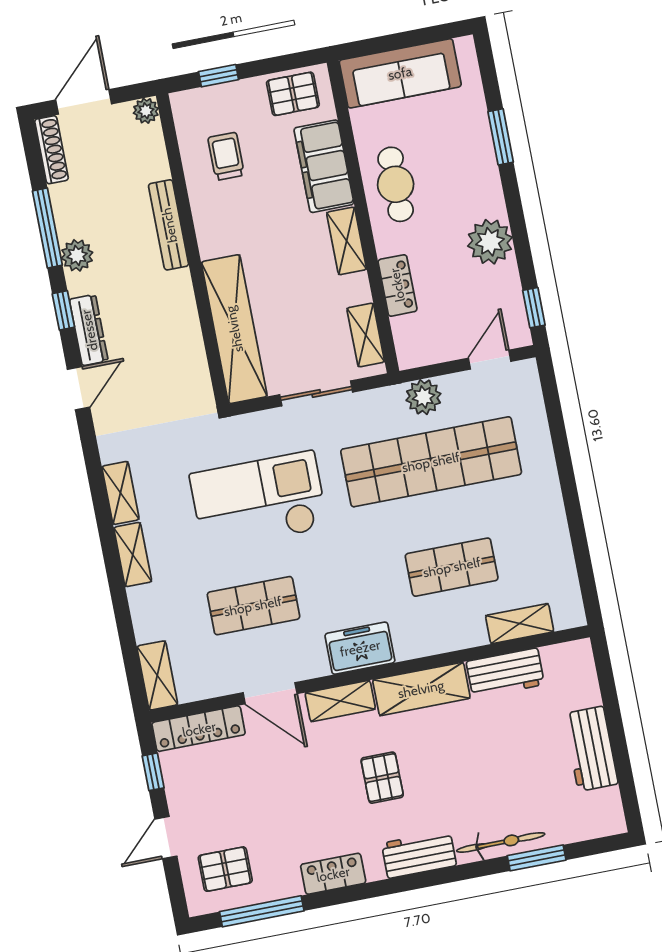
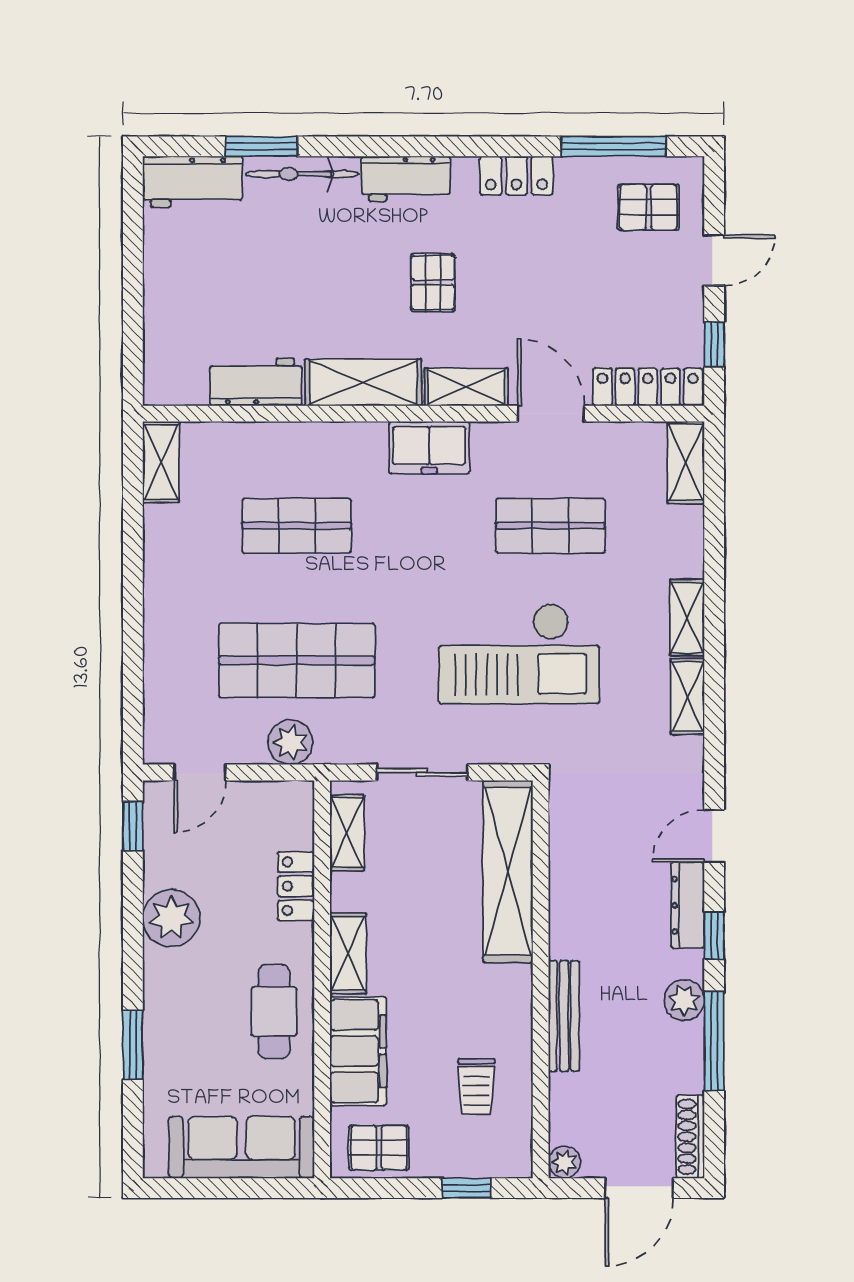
shop shelf: (431, 462) -> (297, 660), width x0.71
shelving: (520, 624) -> (161, 462), moved, turned 90
workbench: (591, 749) -> (193, 182), moved, turned 90

